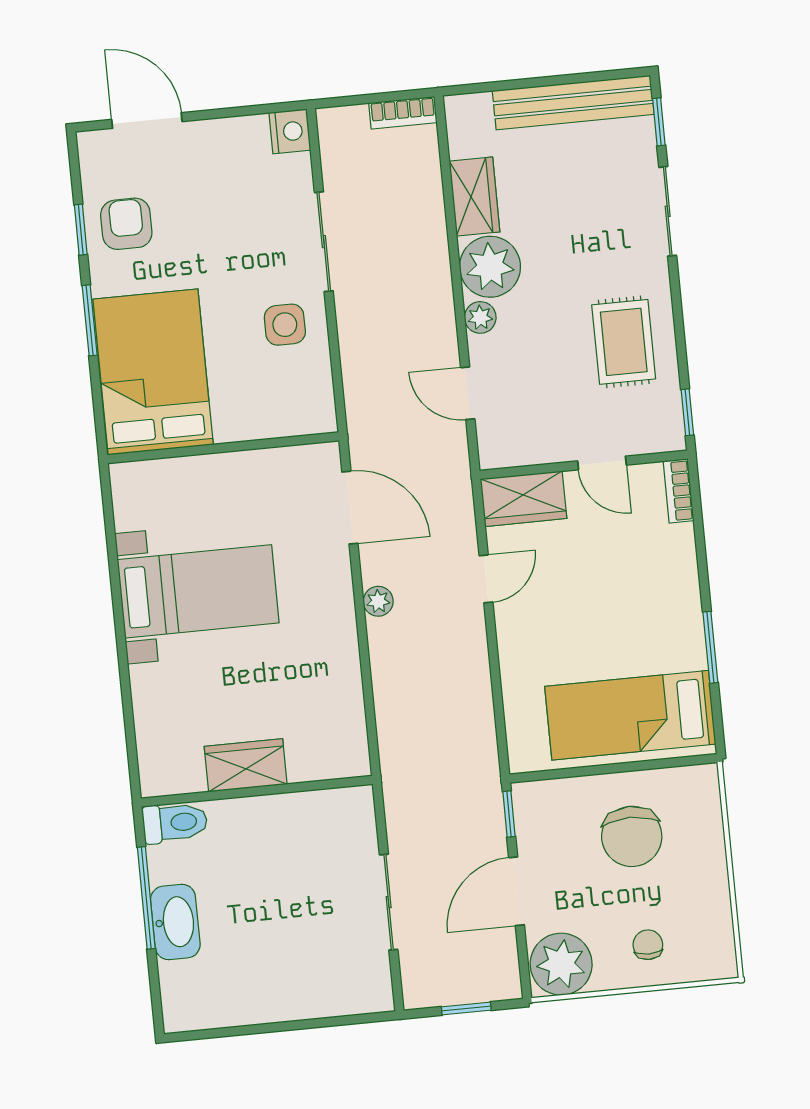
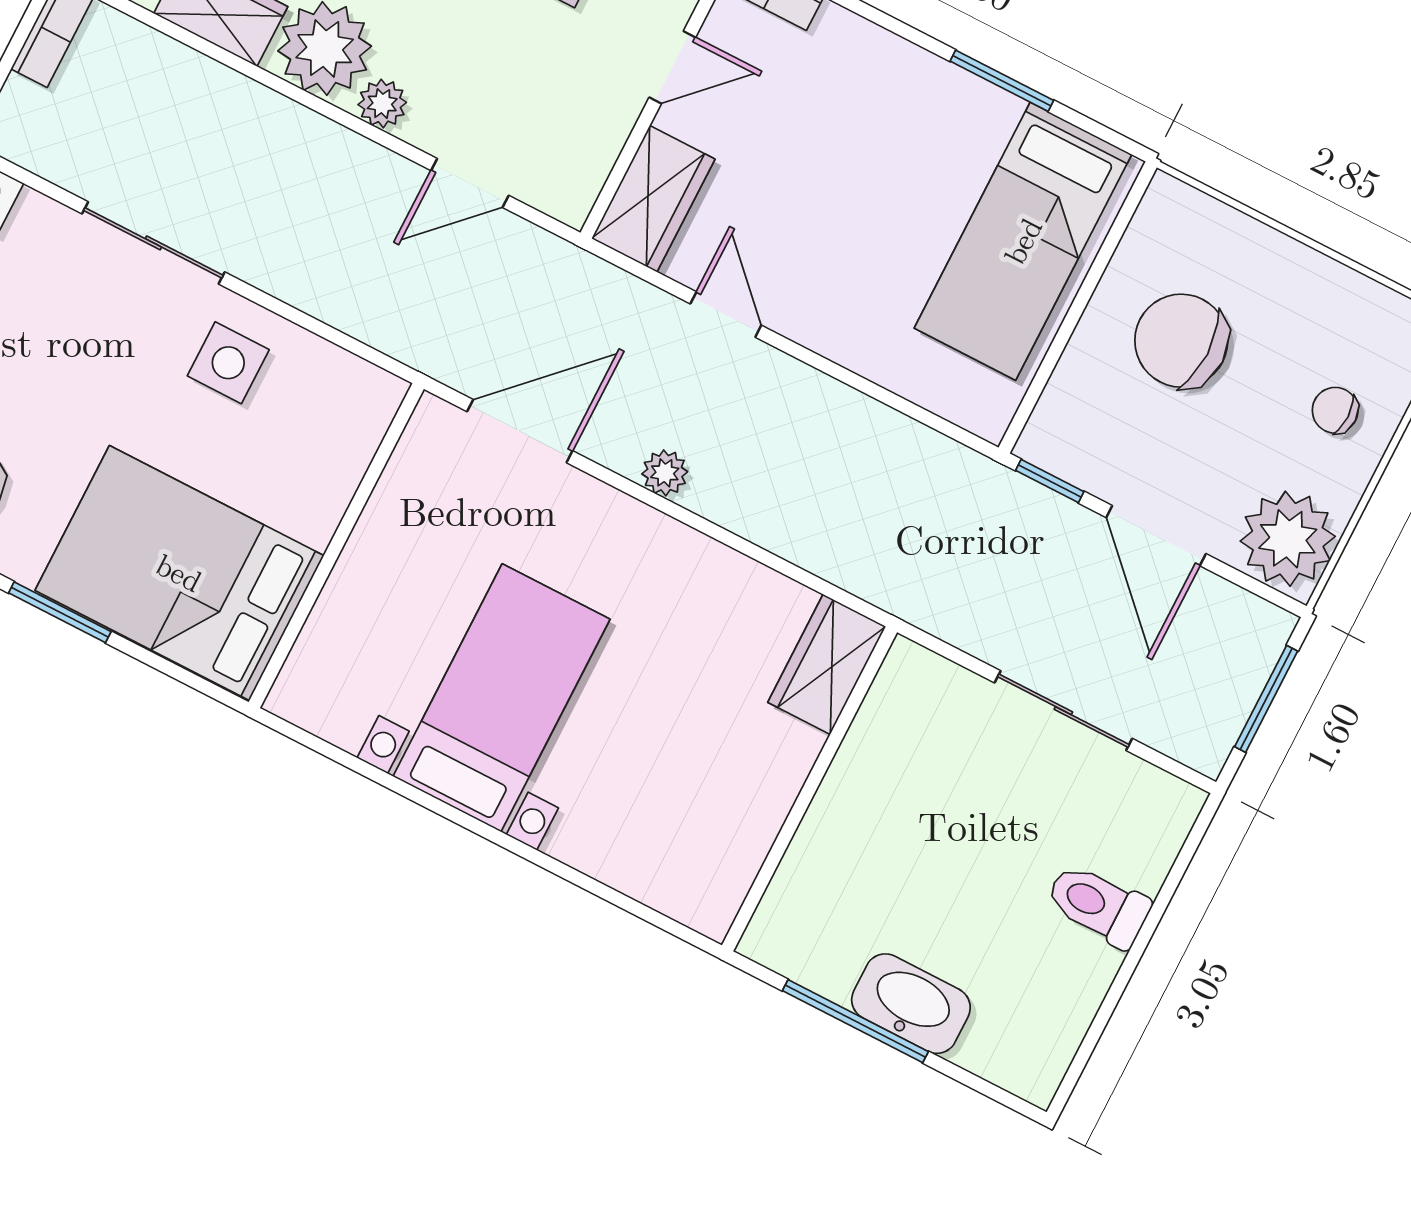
wardrobe: (246, 765) -> (827, 664), moved
toilet: (175, 823) -> (1098, 905), moved, turned -90
chair: (632, 836) -> (1181, 341), turned 180
window: (466, 1009) -> (1266, 699), width x1.50

